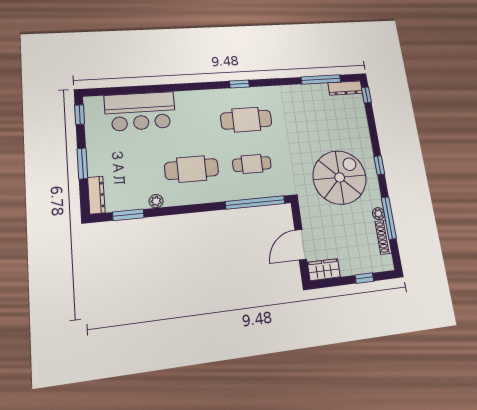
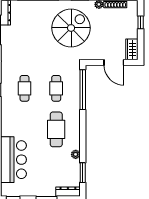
cafe table: (246, 120) -> (25, 88), width x0.73, depth x0.74
spiral stairs: (340, 177) -> (71, 28), turned 90

